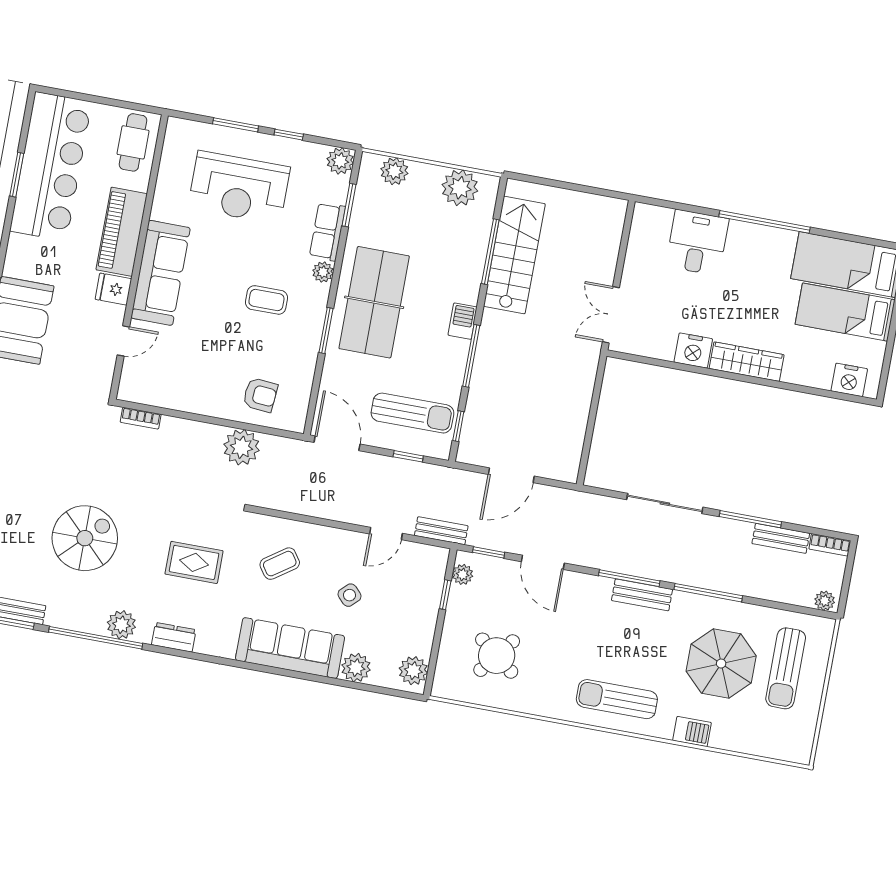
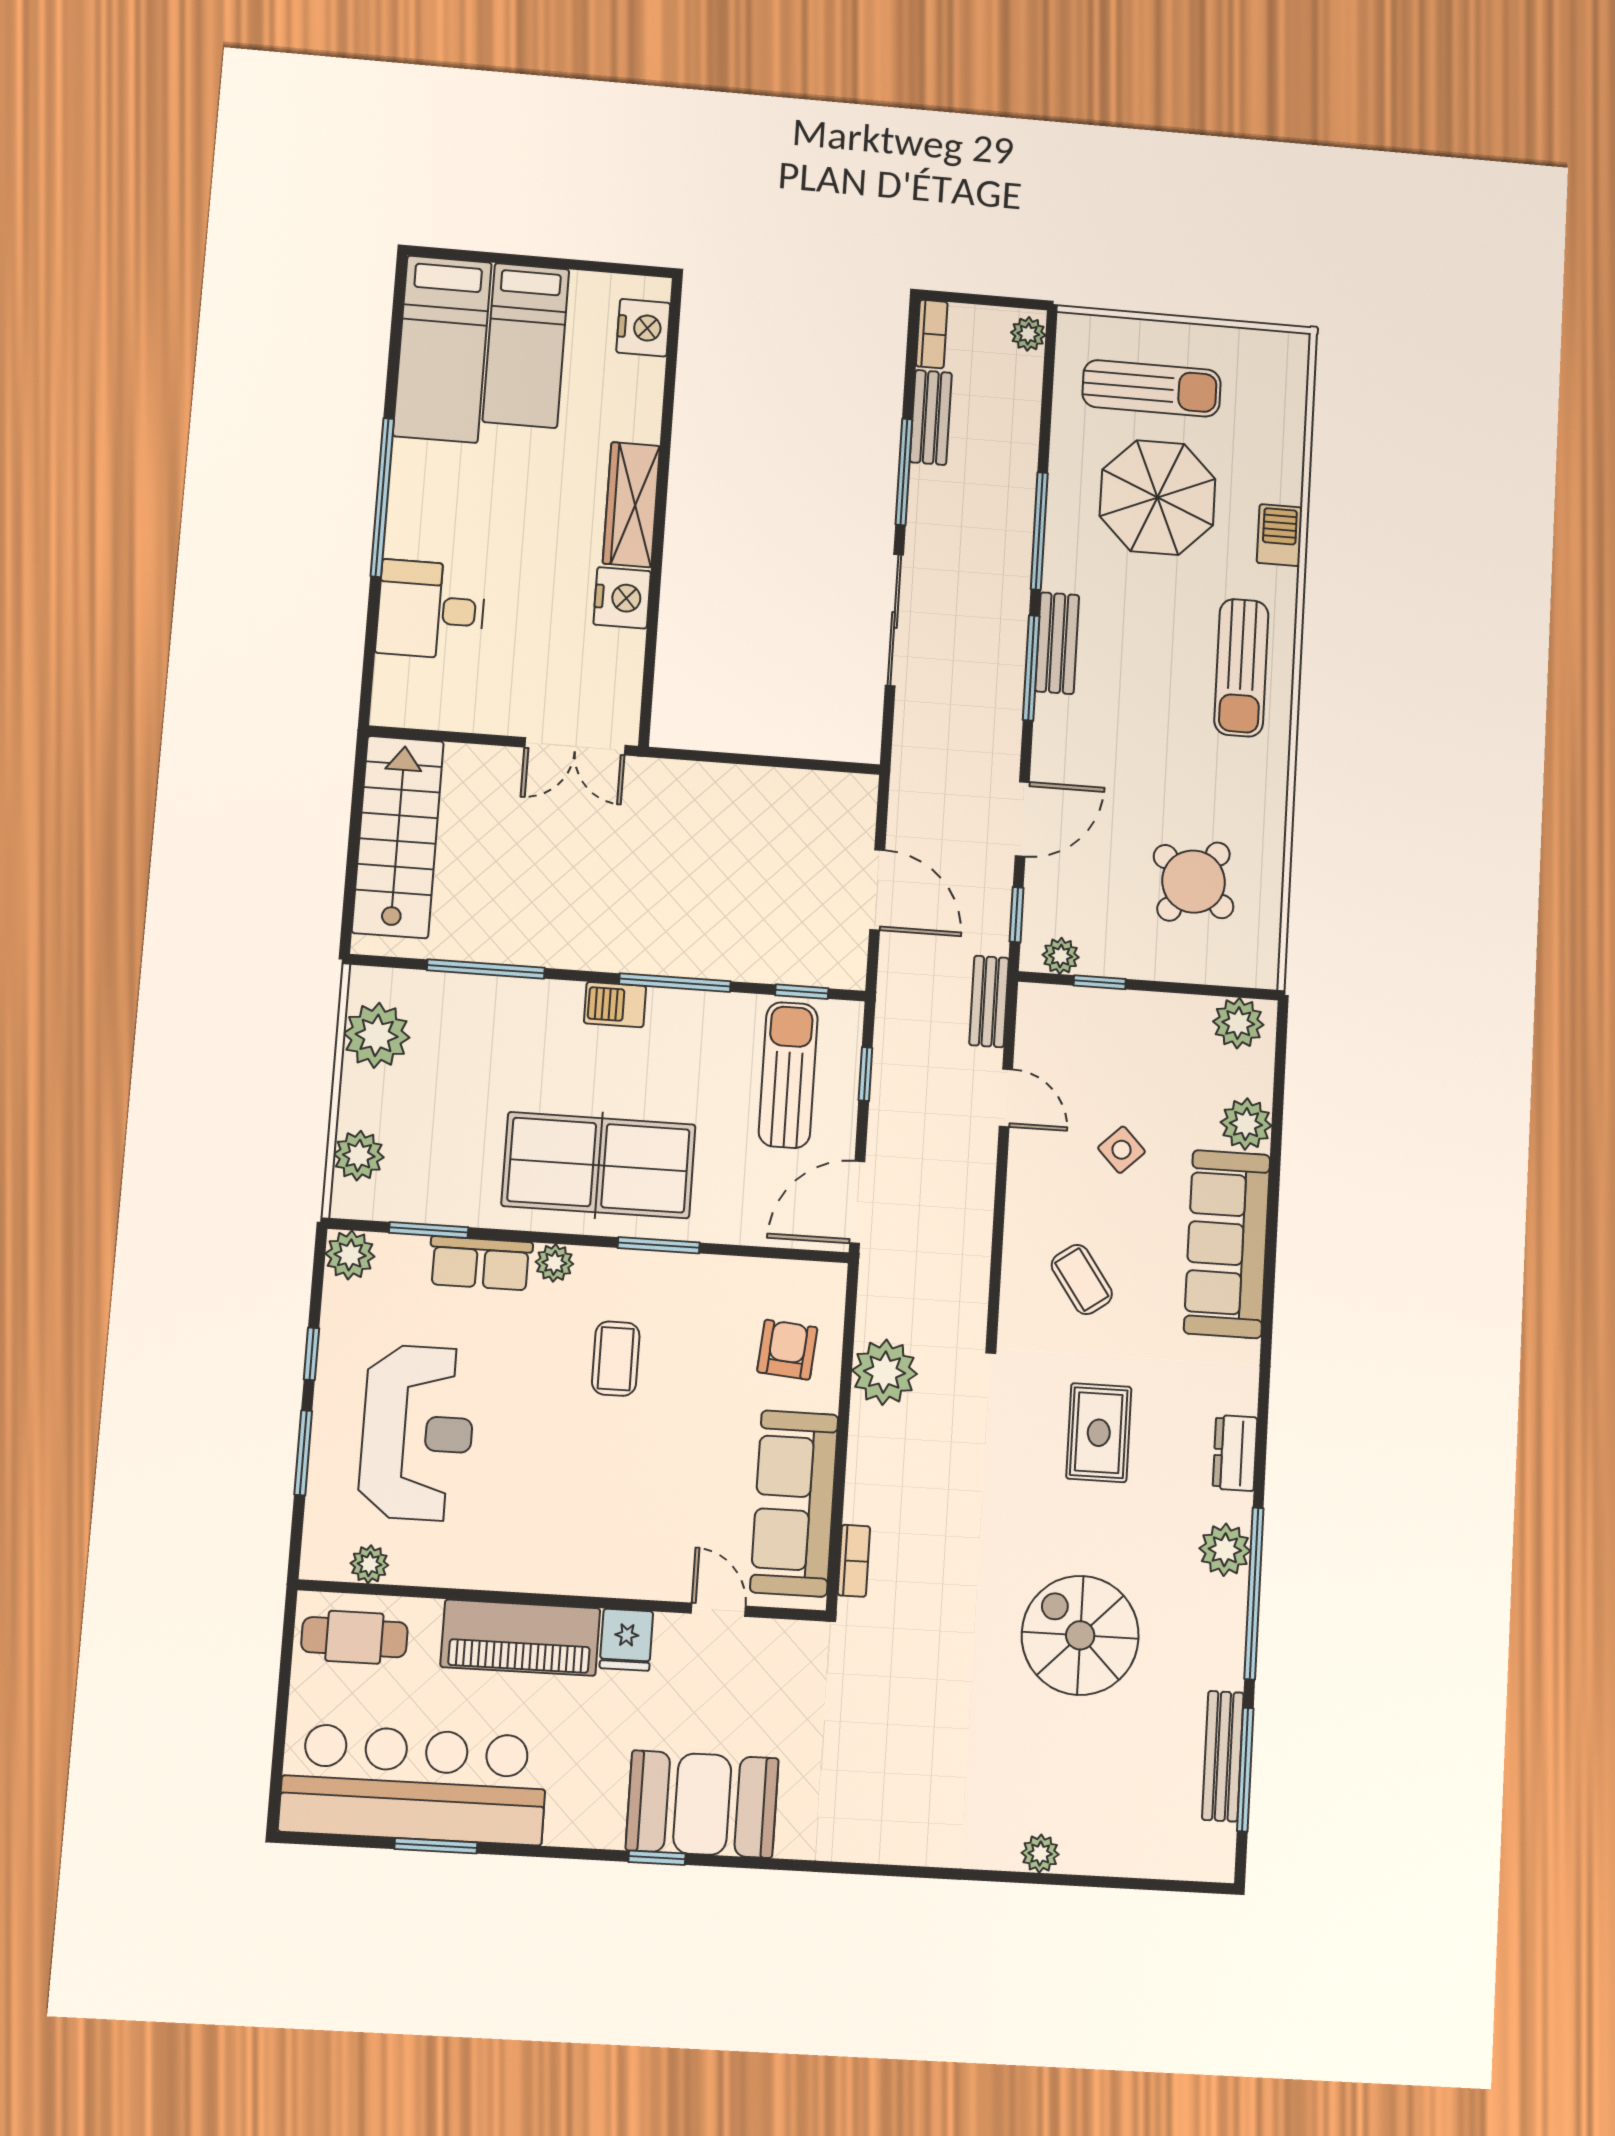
plant: (171, 154) -> (369, 1564), added
stairs: (514, 255) -> (398, 837), moved, turned 90
sofa: (161, 273) -> (794, 1503), moved, turned -90

